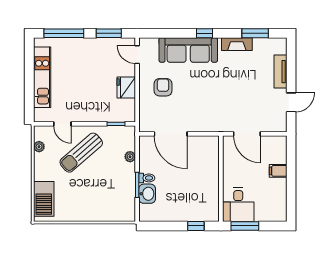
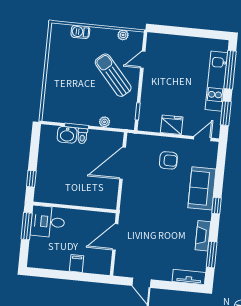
sofa: (188, 50) -> (202, 188), width x0.73
tv unit: (280, 72) -> (189, 277), moved
kitchen unit: (42, 77) -> (216, 81), moved, turned 90
barbecue: (44, 199) -> (80, 32), width x0.53, depth x0.65

